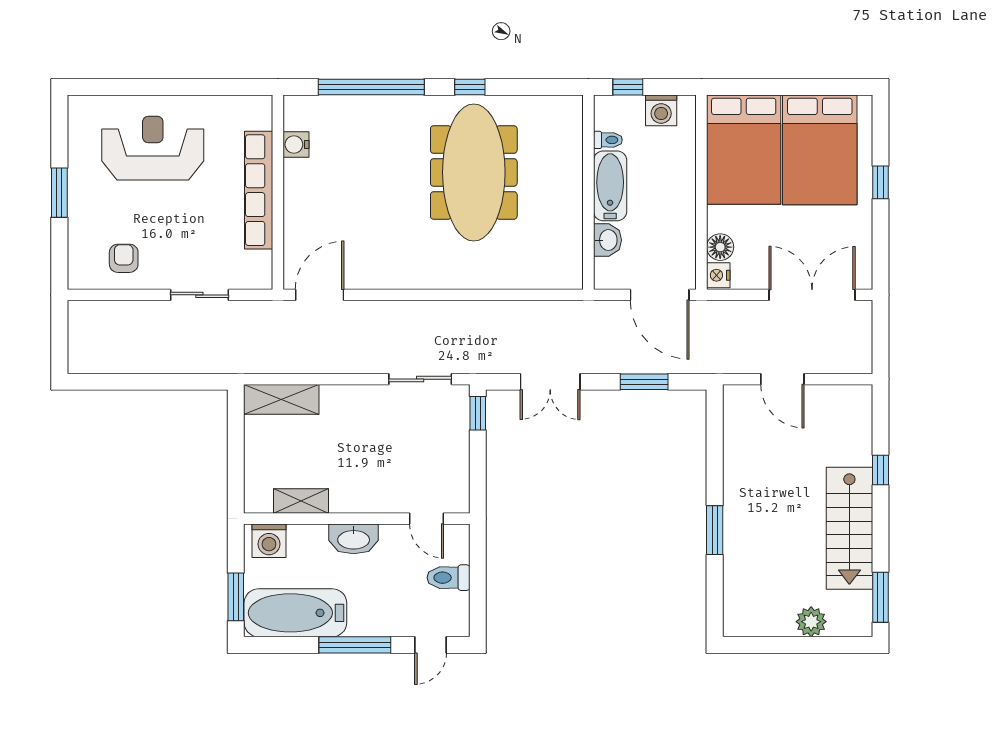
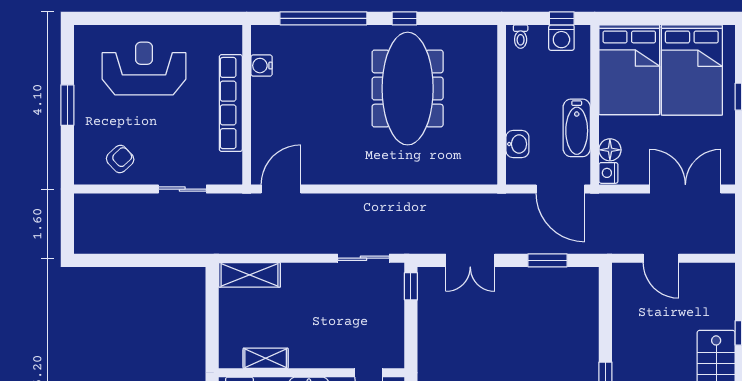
window: (628, 87) -> (562, 18), moved
toilet: (608, 140) -> (521, 37), moved, turned 90
bathtub: (610, 186) -> (577, 128), moved, turned 180
armchair: (124, 258) -> (120, 159), turned 47

